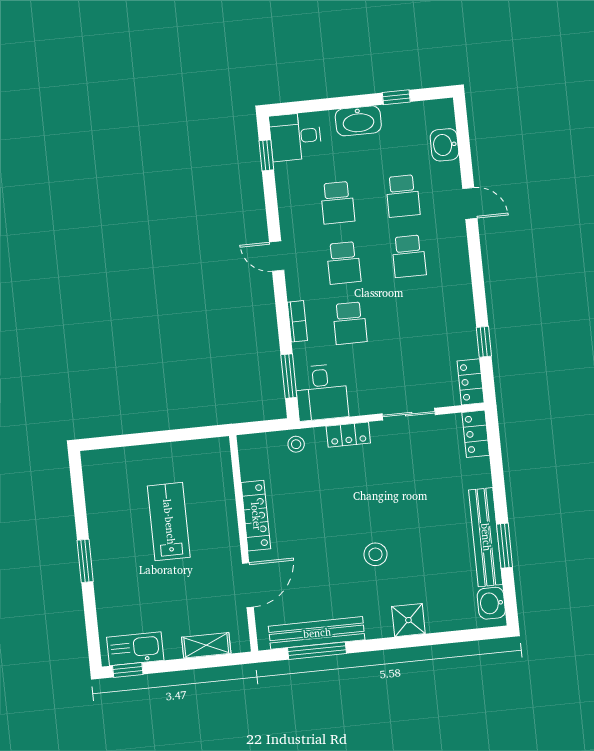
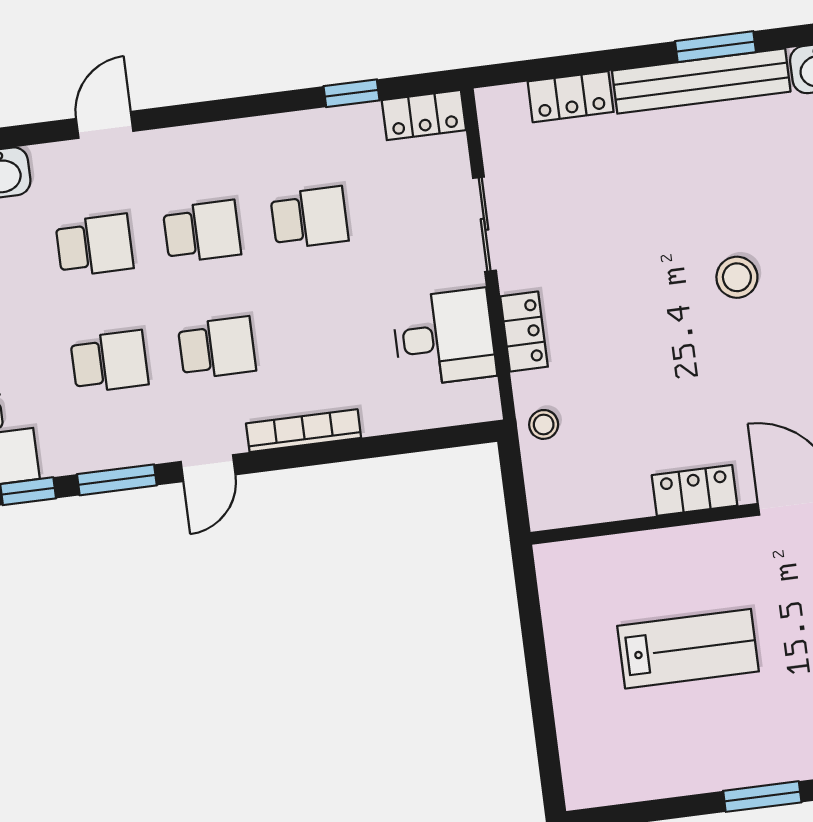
bookcase: (297, 321) -> (304, 431), width x1.56
school desk: (350, 323) -> (309, 218), moved
window: (289, 376) -> (117, 480), moved
desk: (321, 392) -> (444, 337), moved
locker: (476, 434) -> (571, 97), moved
locker: (256, 516) -> (695, 490), width x0.66
lab bench: (169, 522) -> (688, 649), turned 180

